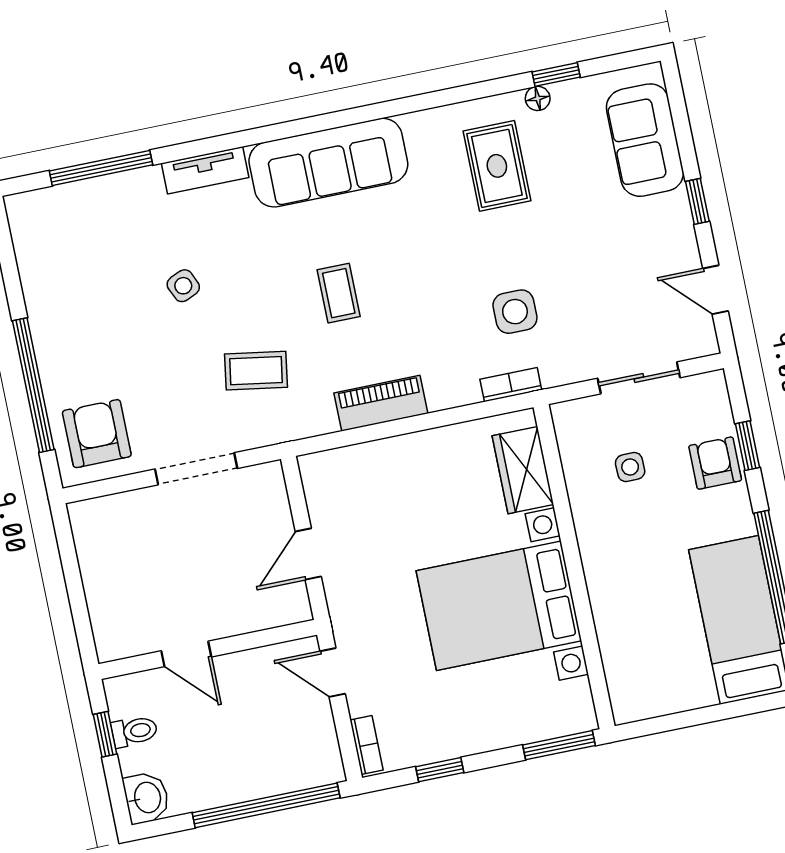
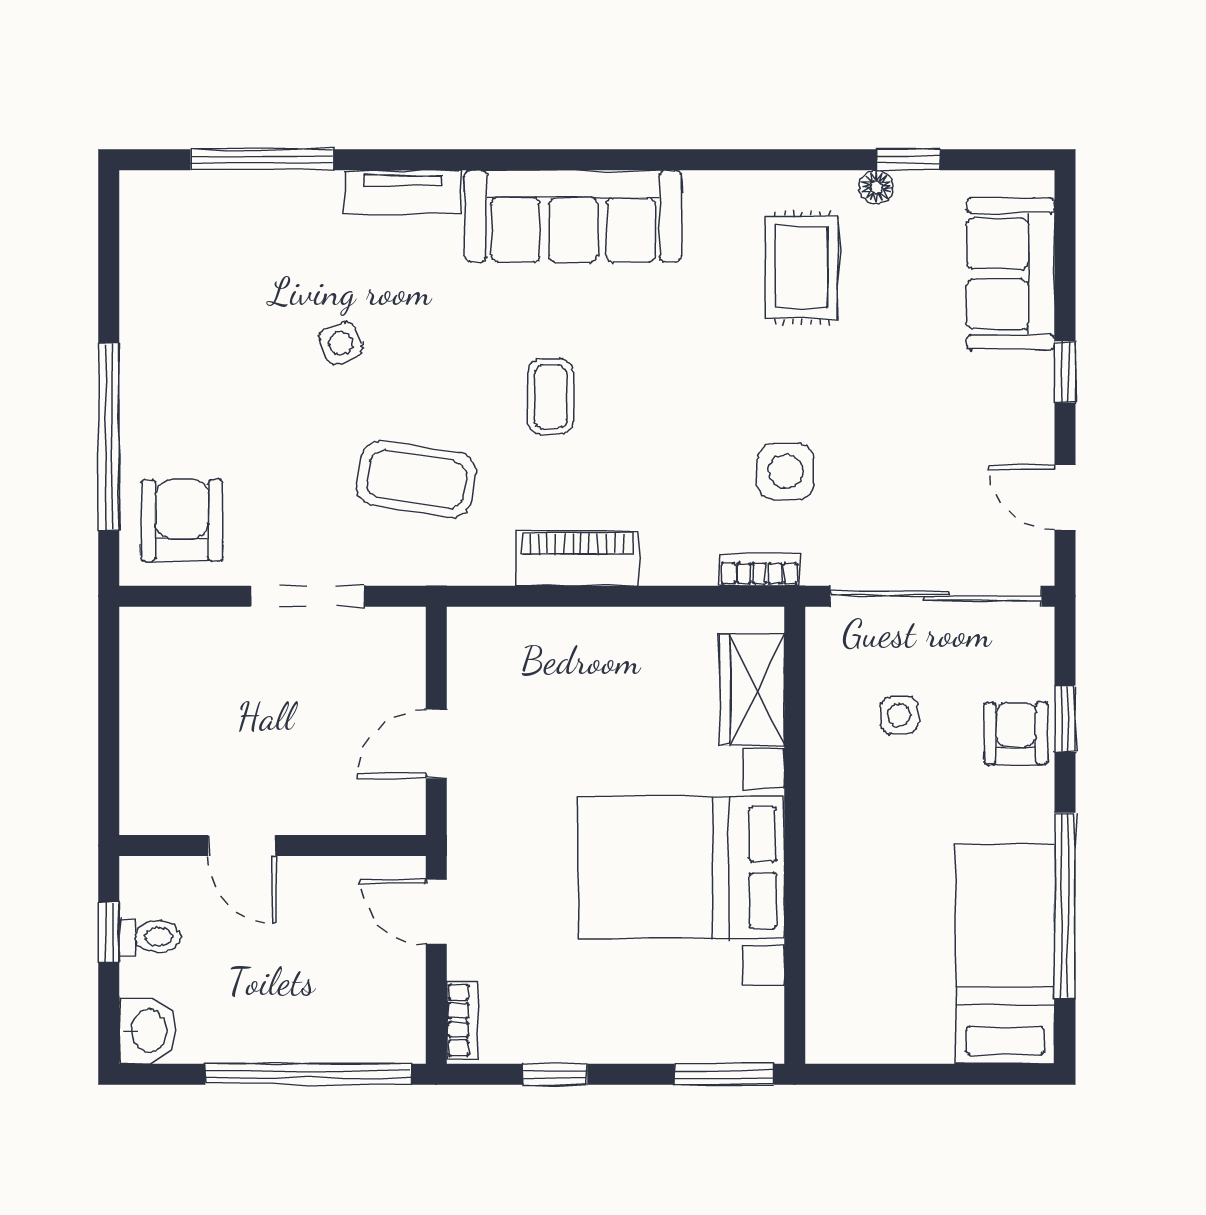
coffee table: (256, 371) -> (416, 479), width x1.36, depth x1.30
sliding door: (639, 378) -> (936, 596), width x1.86

